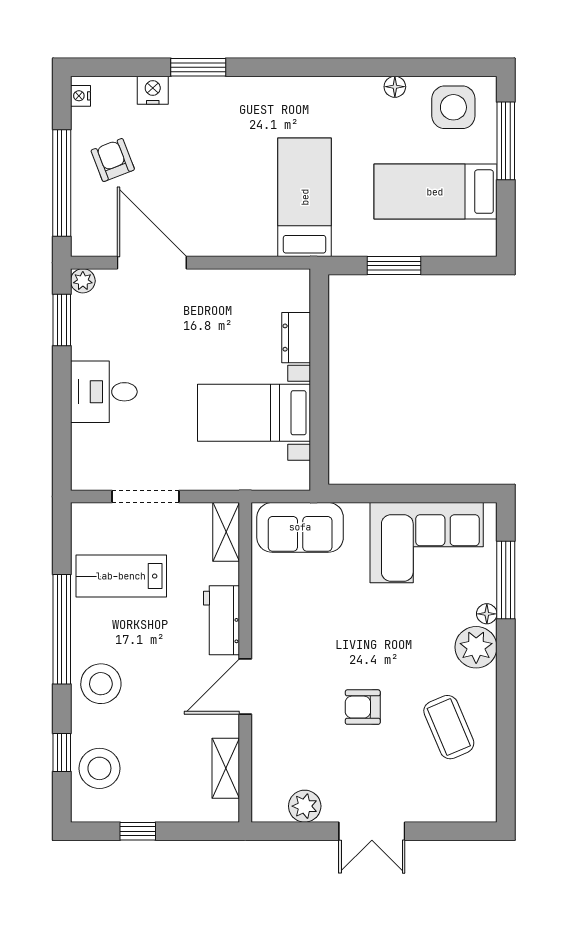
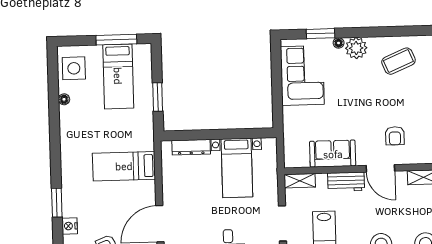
window: (506, 141) -> (116, 40), moved
bed: (305, 197) -> (124, 166), moved
dresser: (296, 338) -> (191, 147), width x1.44
sofa: (300, 527) -> (333, 154), moved, turned -90
window: (506, 580) -> (321, 34), width x0.69
armchair: (363, 707) -> (395, 136), moved

